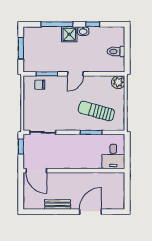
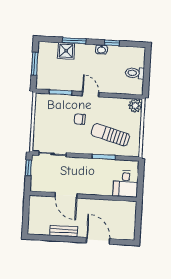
window: (57, 24) -> (74, 41), width x0.69
shower: (69, 34) -> (66, 51), moved
door: (75, 74) -> (91, 94), swing flipped
chair: (40, 85) -> (80, 119), moved
door: (36, 171) -> (66, 195), moved
door: (90, 212) -> (98, 241), hinge flipped

